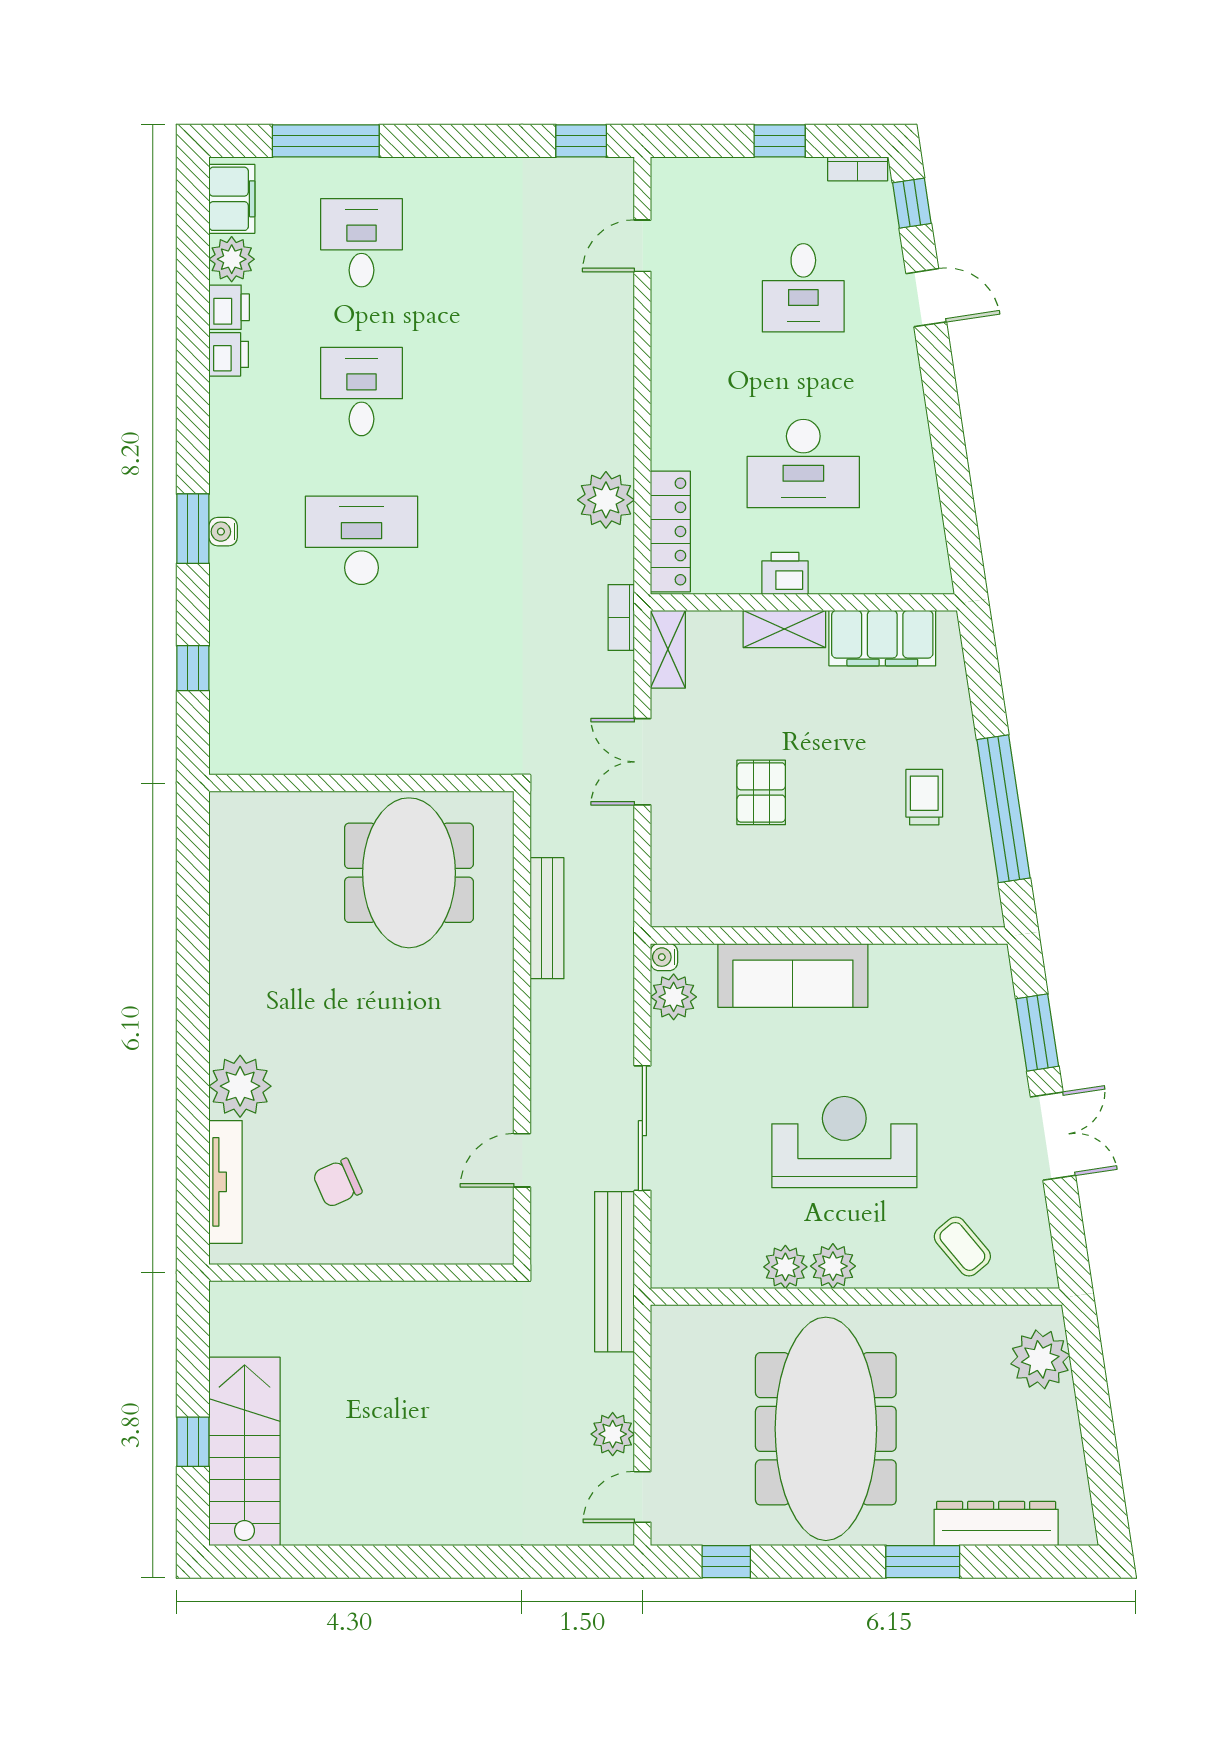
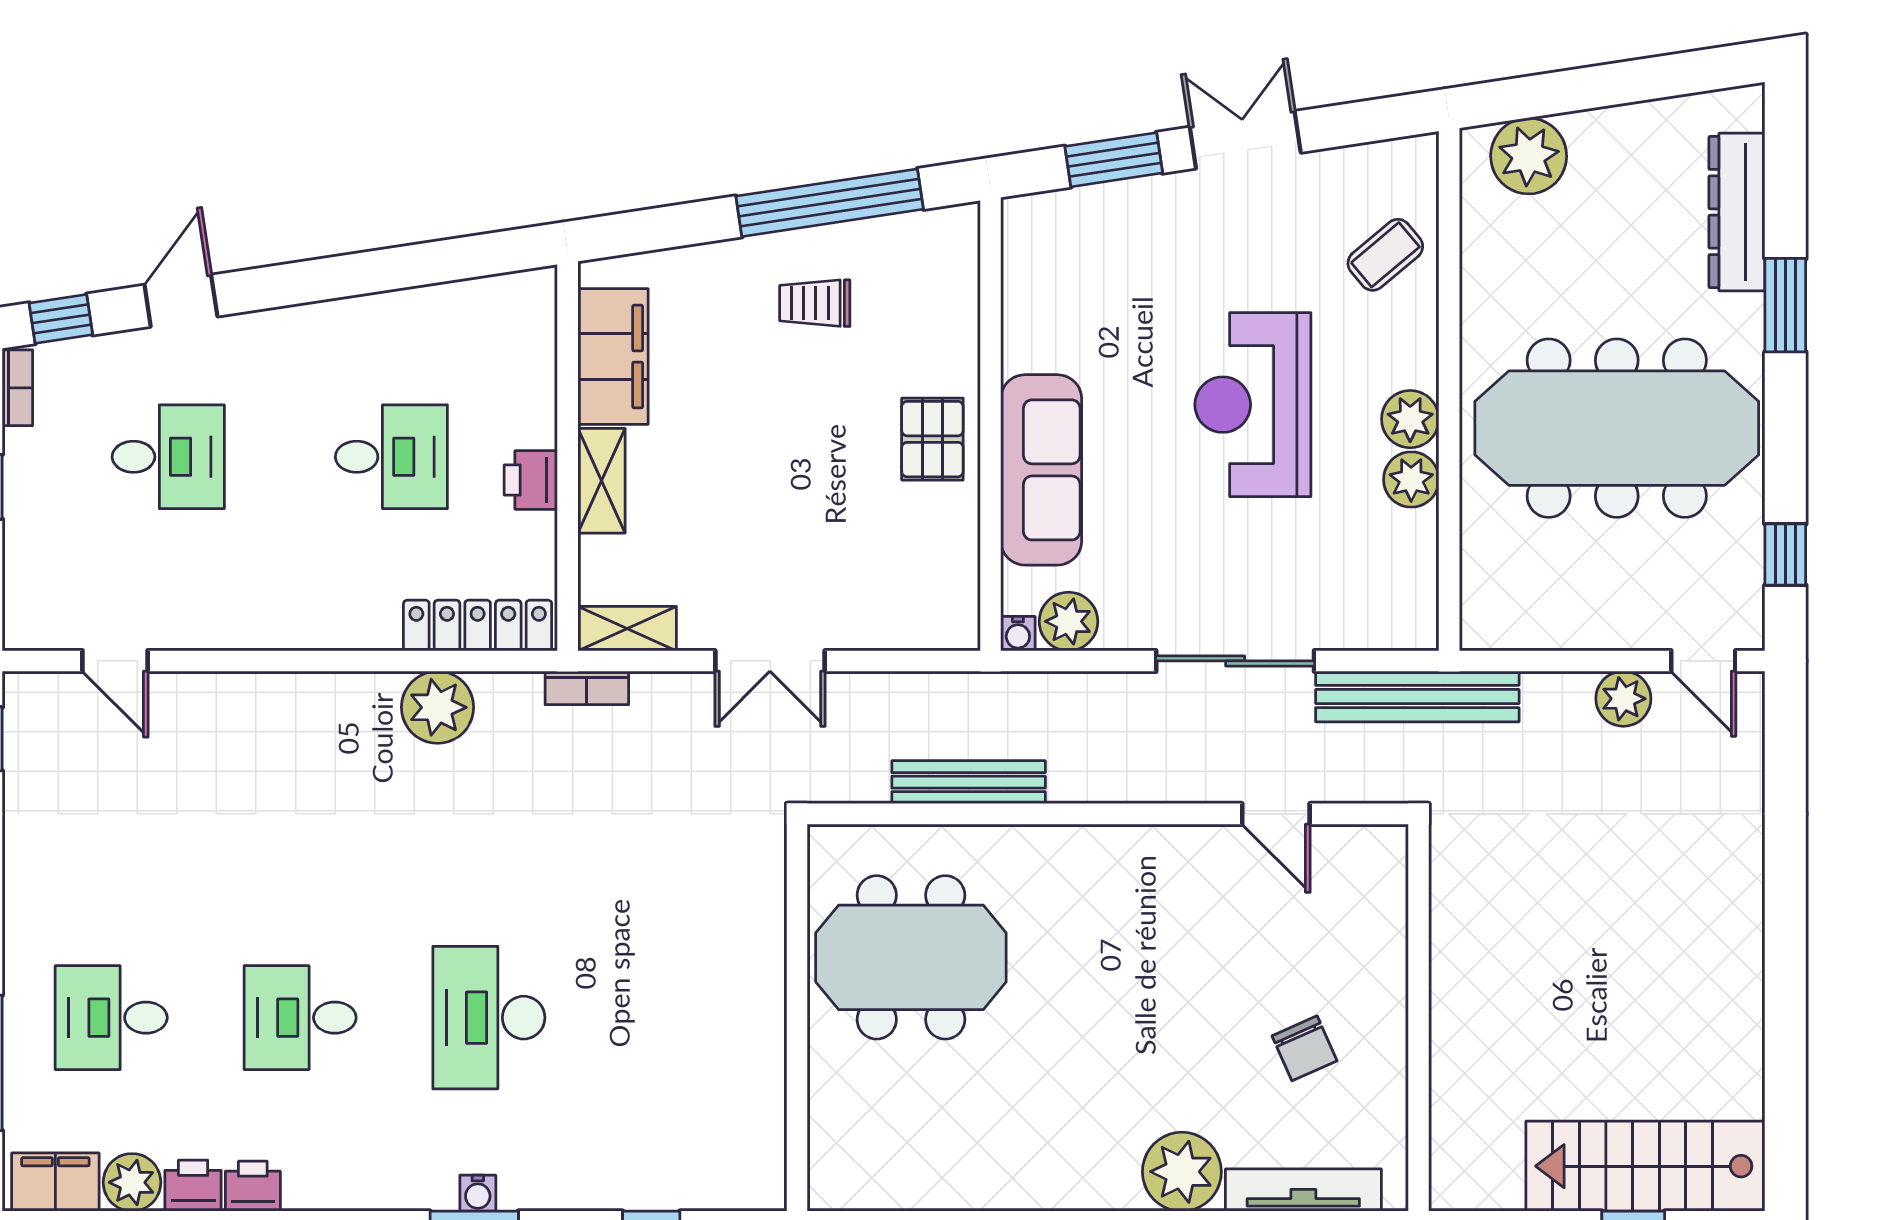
desk: (803, 464) -> (391, 457), width x0.73
pallet: (761, 792) -> (932, 439), moved, turned 90

